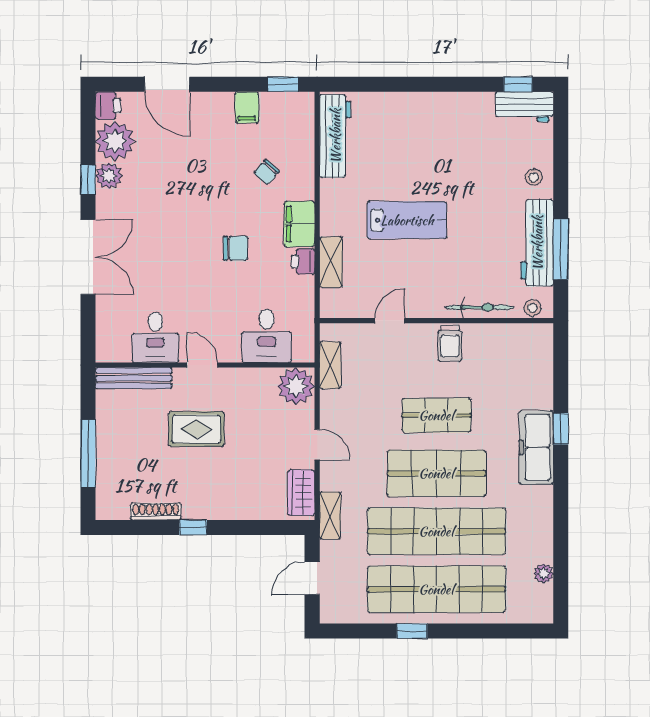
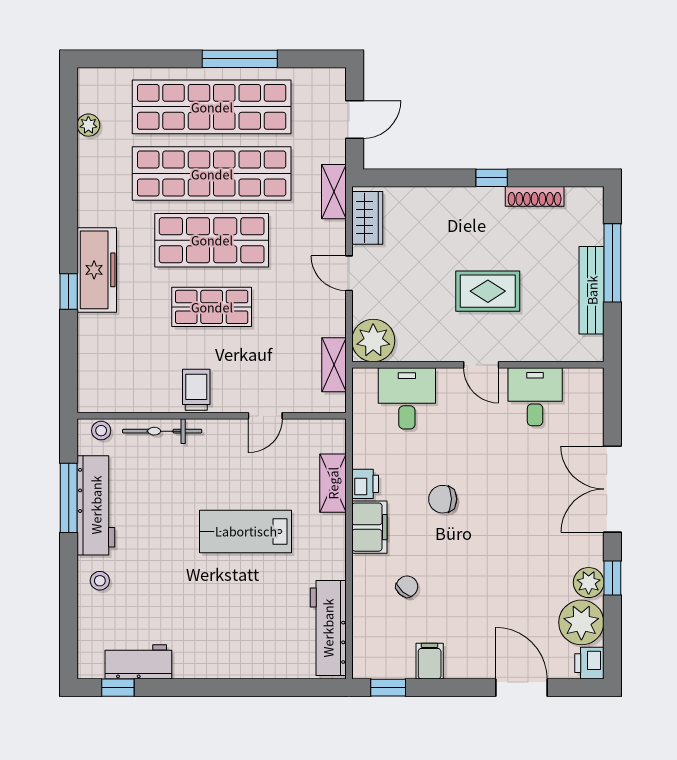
workbench: (524, 107) -> (138, 662), moved
bench: (134, 378) -> (592, 290), moved, turned 90
window: (412, 631) -> (240, 59), width x2.17

